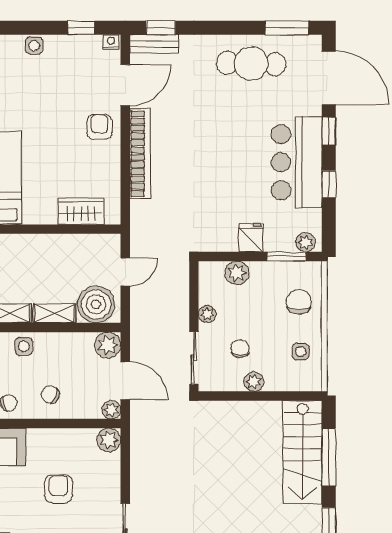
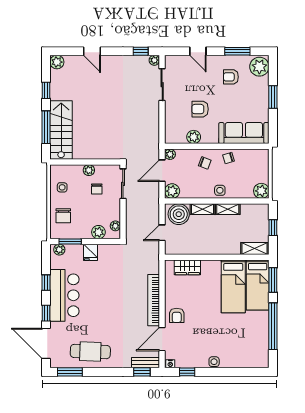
plant: (207, 314) -> (115, 226), moved
door: (125, 381) -> (162, 171), hinge flipped
plant: (109, 440) -> (194, 137), moved
armchair: (58, 489) -> (200, 109), turned 90

